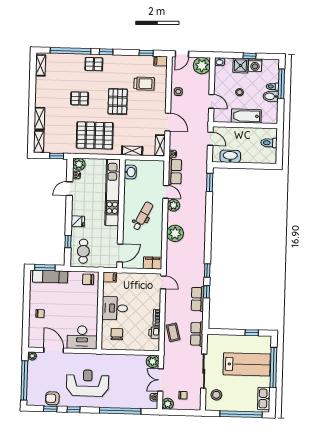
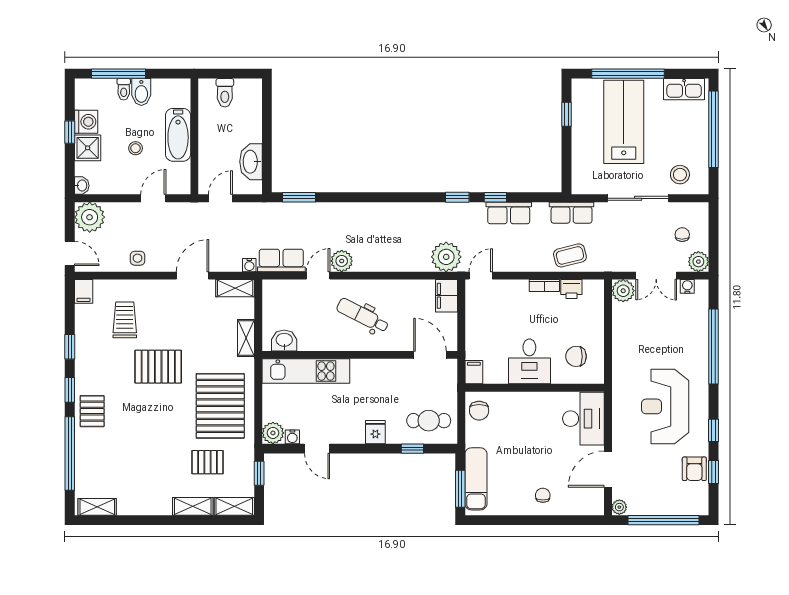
window: (146, 53) -> (70, 347), moved
pallet: (80, 98) -> (207, 462), moved, turned 90
kitchen unit: (113, 192) -> (306, 371), width x0.73
plant: (175, 233) -> (446, 257), moved

